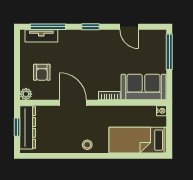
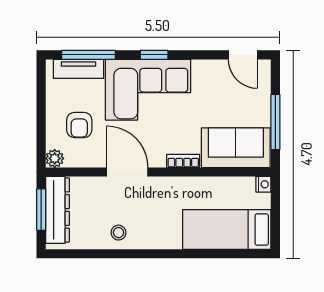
door: (129, 27) -> (243, 55), moved
corner sofa: (86, 49) -> (148, 90), added
window: (169, 52) -> (275, 122), moved
window: (17, 127) -> (41, 210), width x1.50
stool: (87, 145) -> (118, 233), moved

